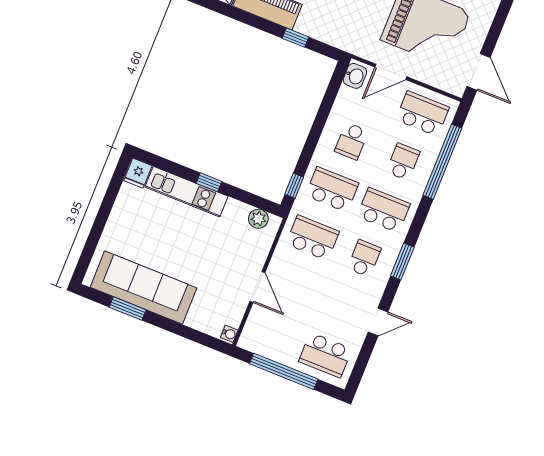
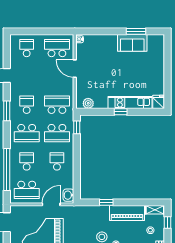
school desk: (403, 162) -> (27, 161), turned 180
school desk: (313, 238) -> (57, 105), turned 180
school desk: (364, 258) -> (27, 105), turned 180
sofa: (143, 288) -> (132, 43), width x0.54, depth x0.79
school desk: (274, 334) -> (57, 48), added
school desk: (325, 355) -> (27, 48), width x0.54
window: (284, 371) -> (44, 31), removed

